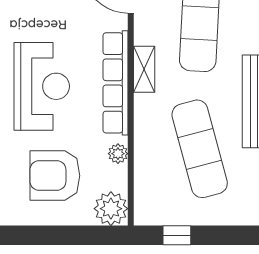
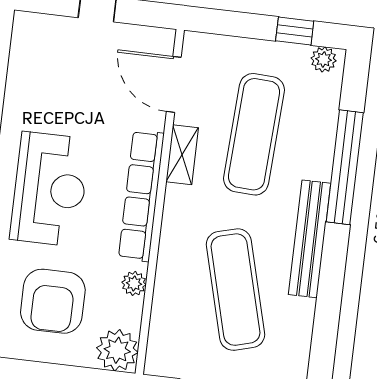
shelving: (144, 69) -> (182, 155), moved
armchair: (55, 176) -> (53, 301), turned -90

